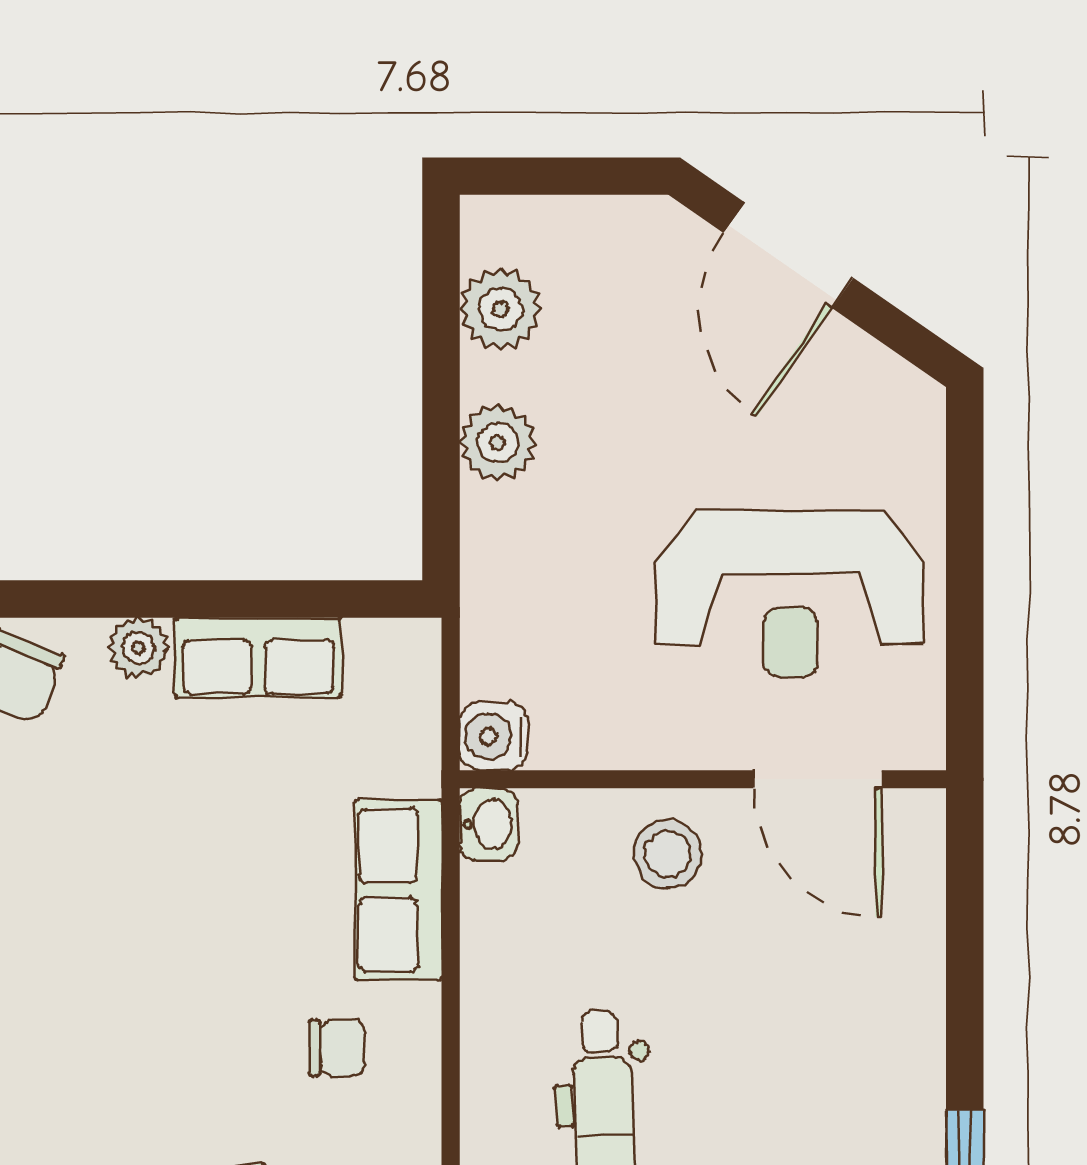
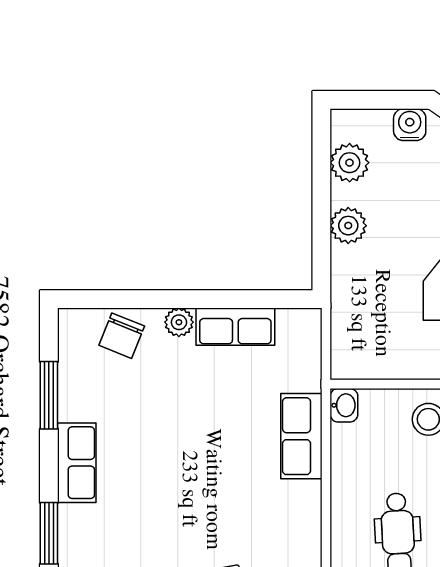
water cooler: (493, 736) -> (410, 125), moved, turned 90
chair: (337, 1048) -> (273, 511), removed

